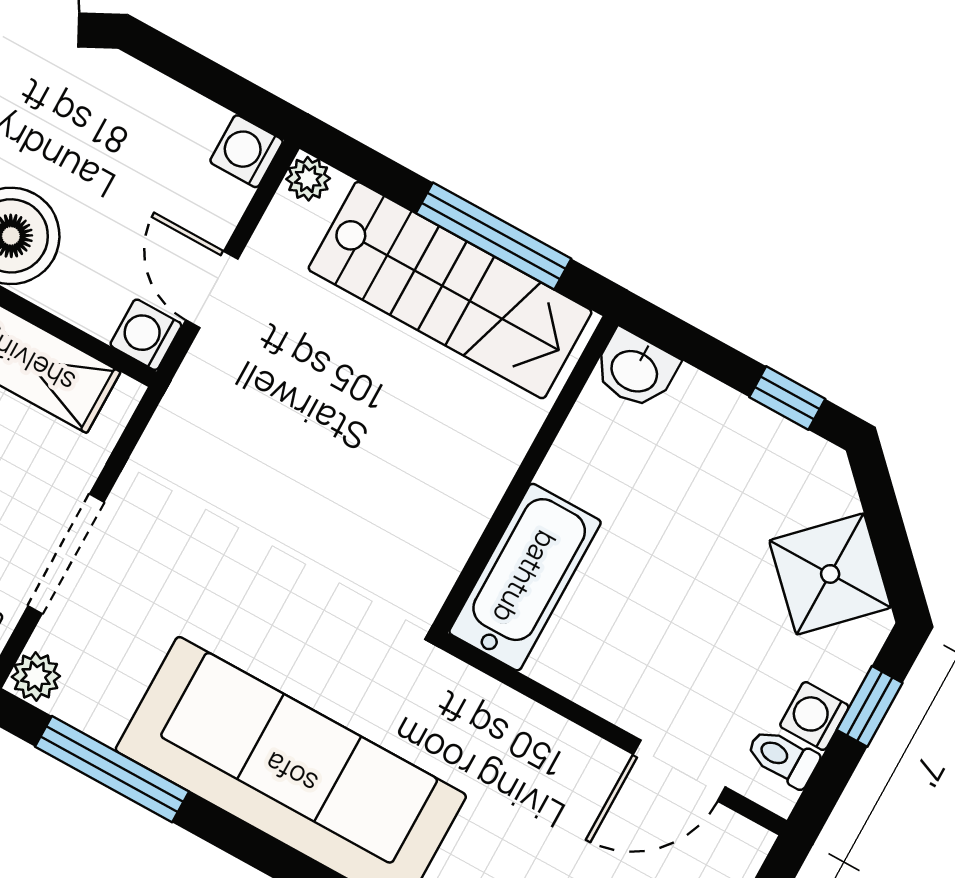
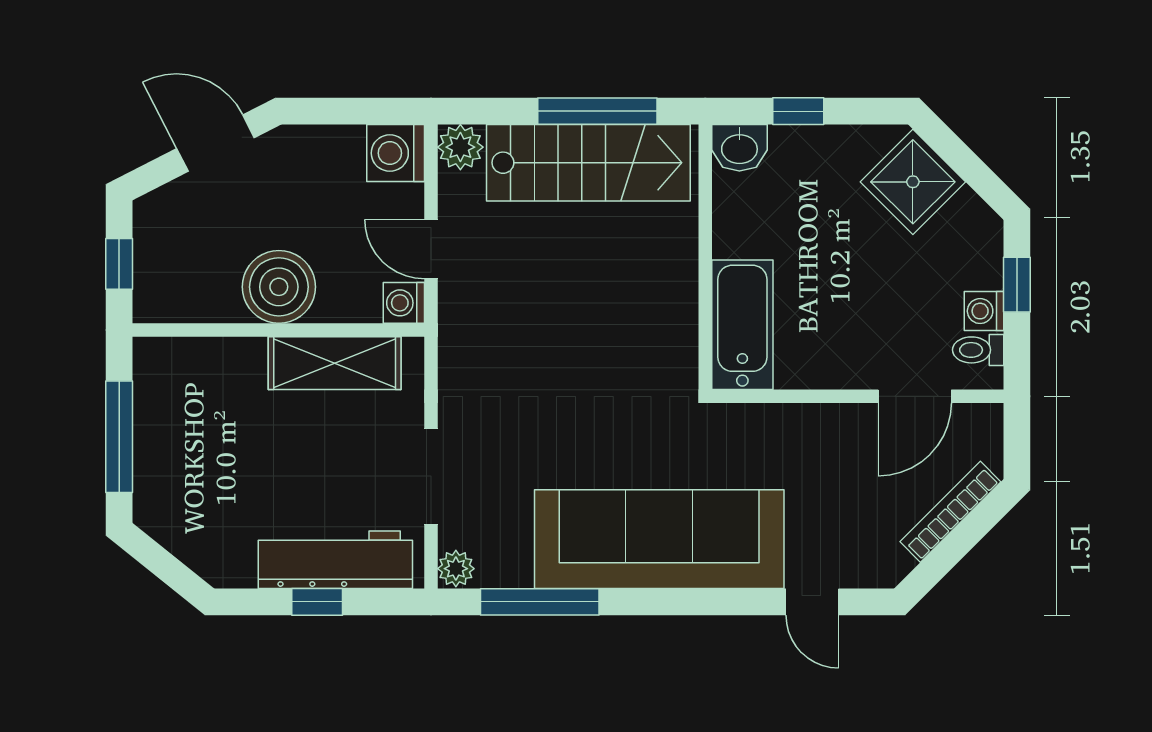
washing machine: (247, 151) -> (396, 153), width x1.38, depth x1.38
plant: (308, 179) -> (460, 147), width x1.38, depth x1.38
window: (787, 398) -> (798, 111), moved
shower: (830, 574) -> (913, 182), moved

